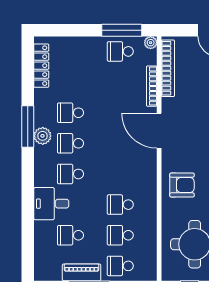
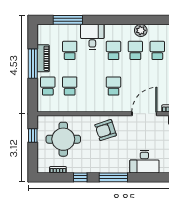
window: (28, 127) -> (68, 20), moved
armchair: (182, 185) -> (106, 130), turned 72
school desk: (120, 205) -> (113, 86), moved

